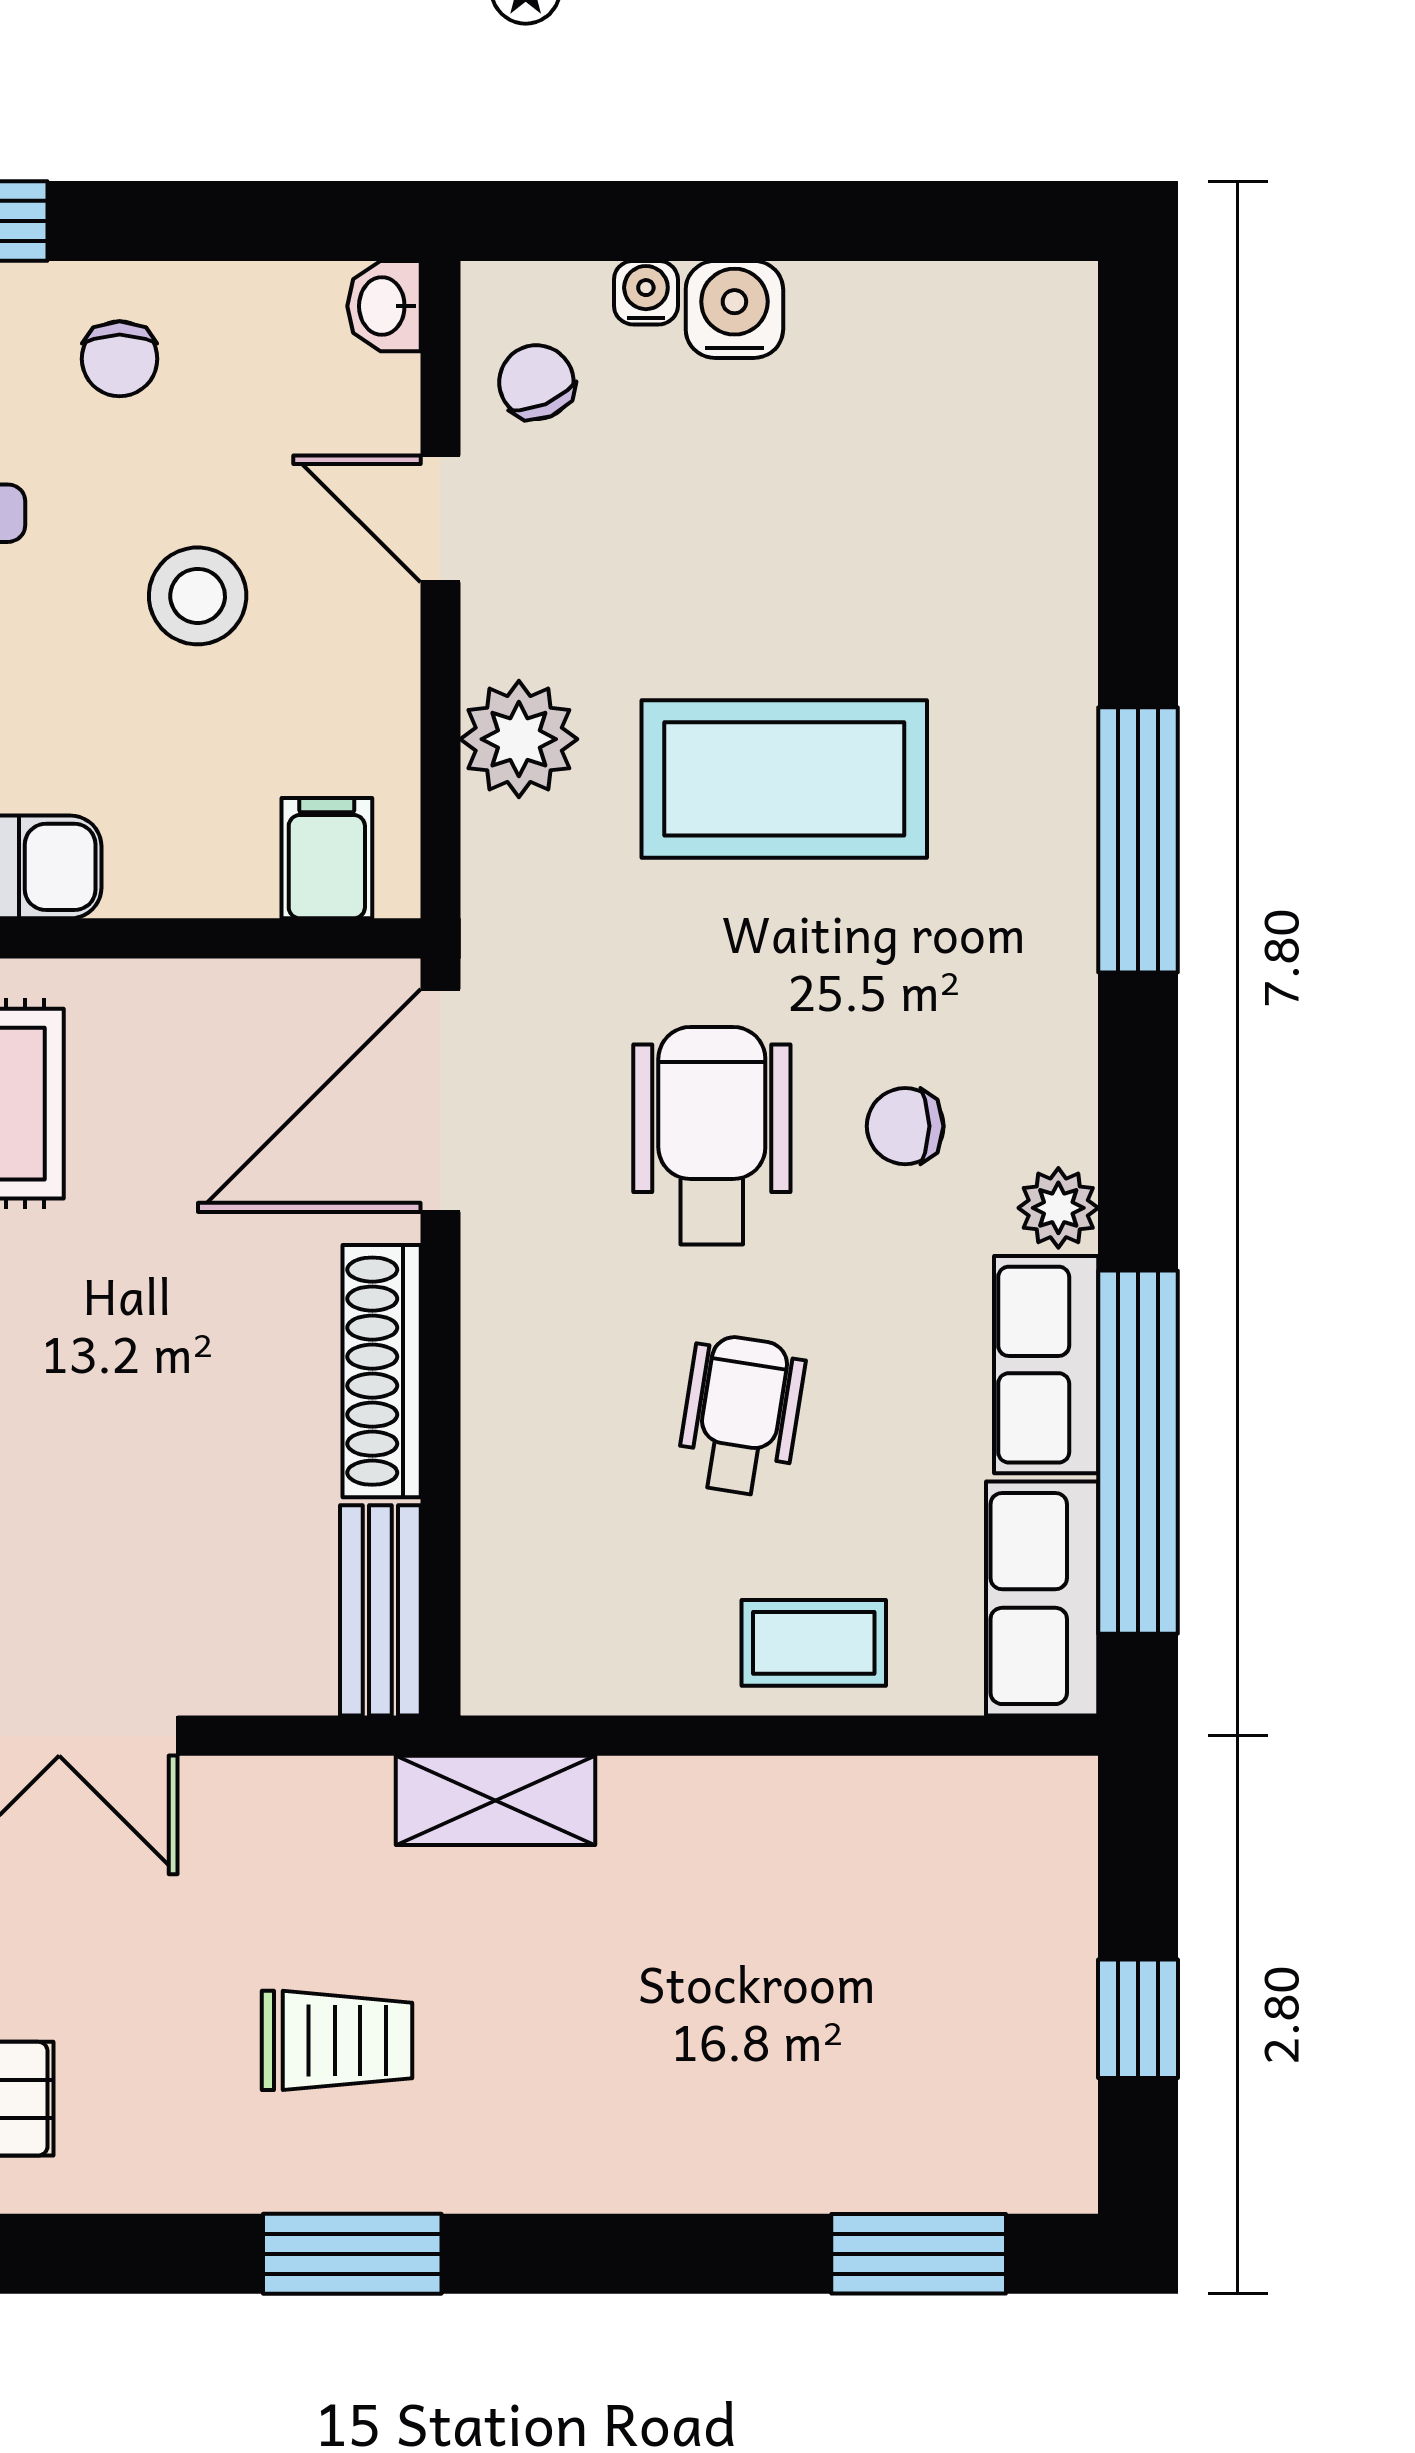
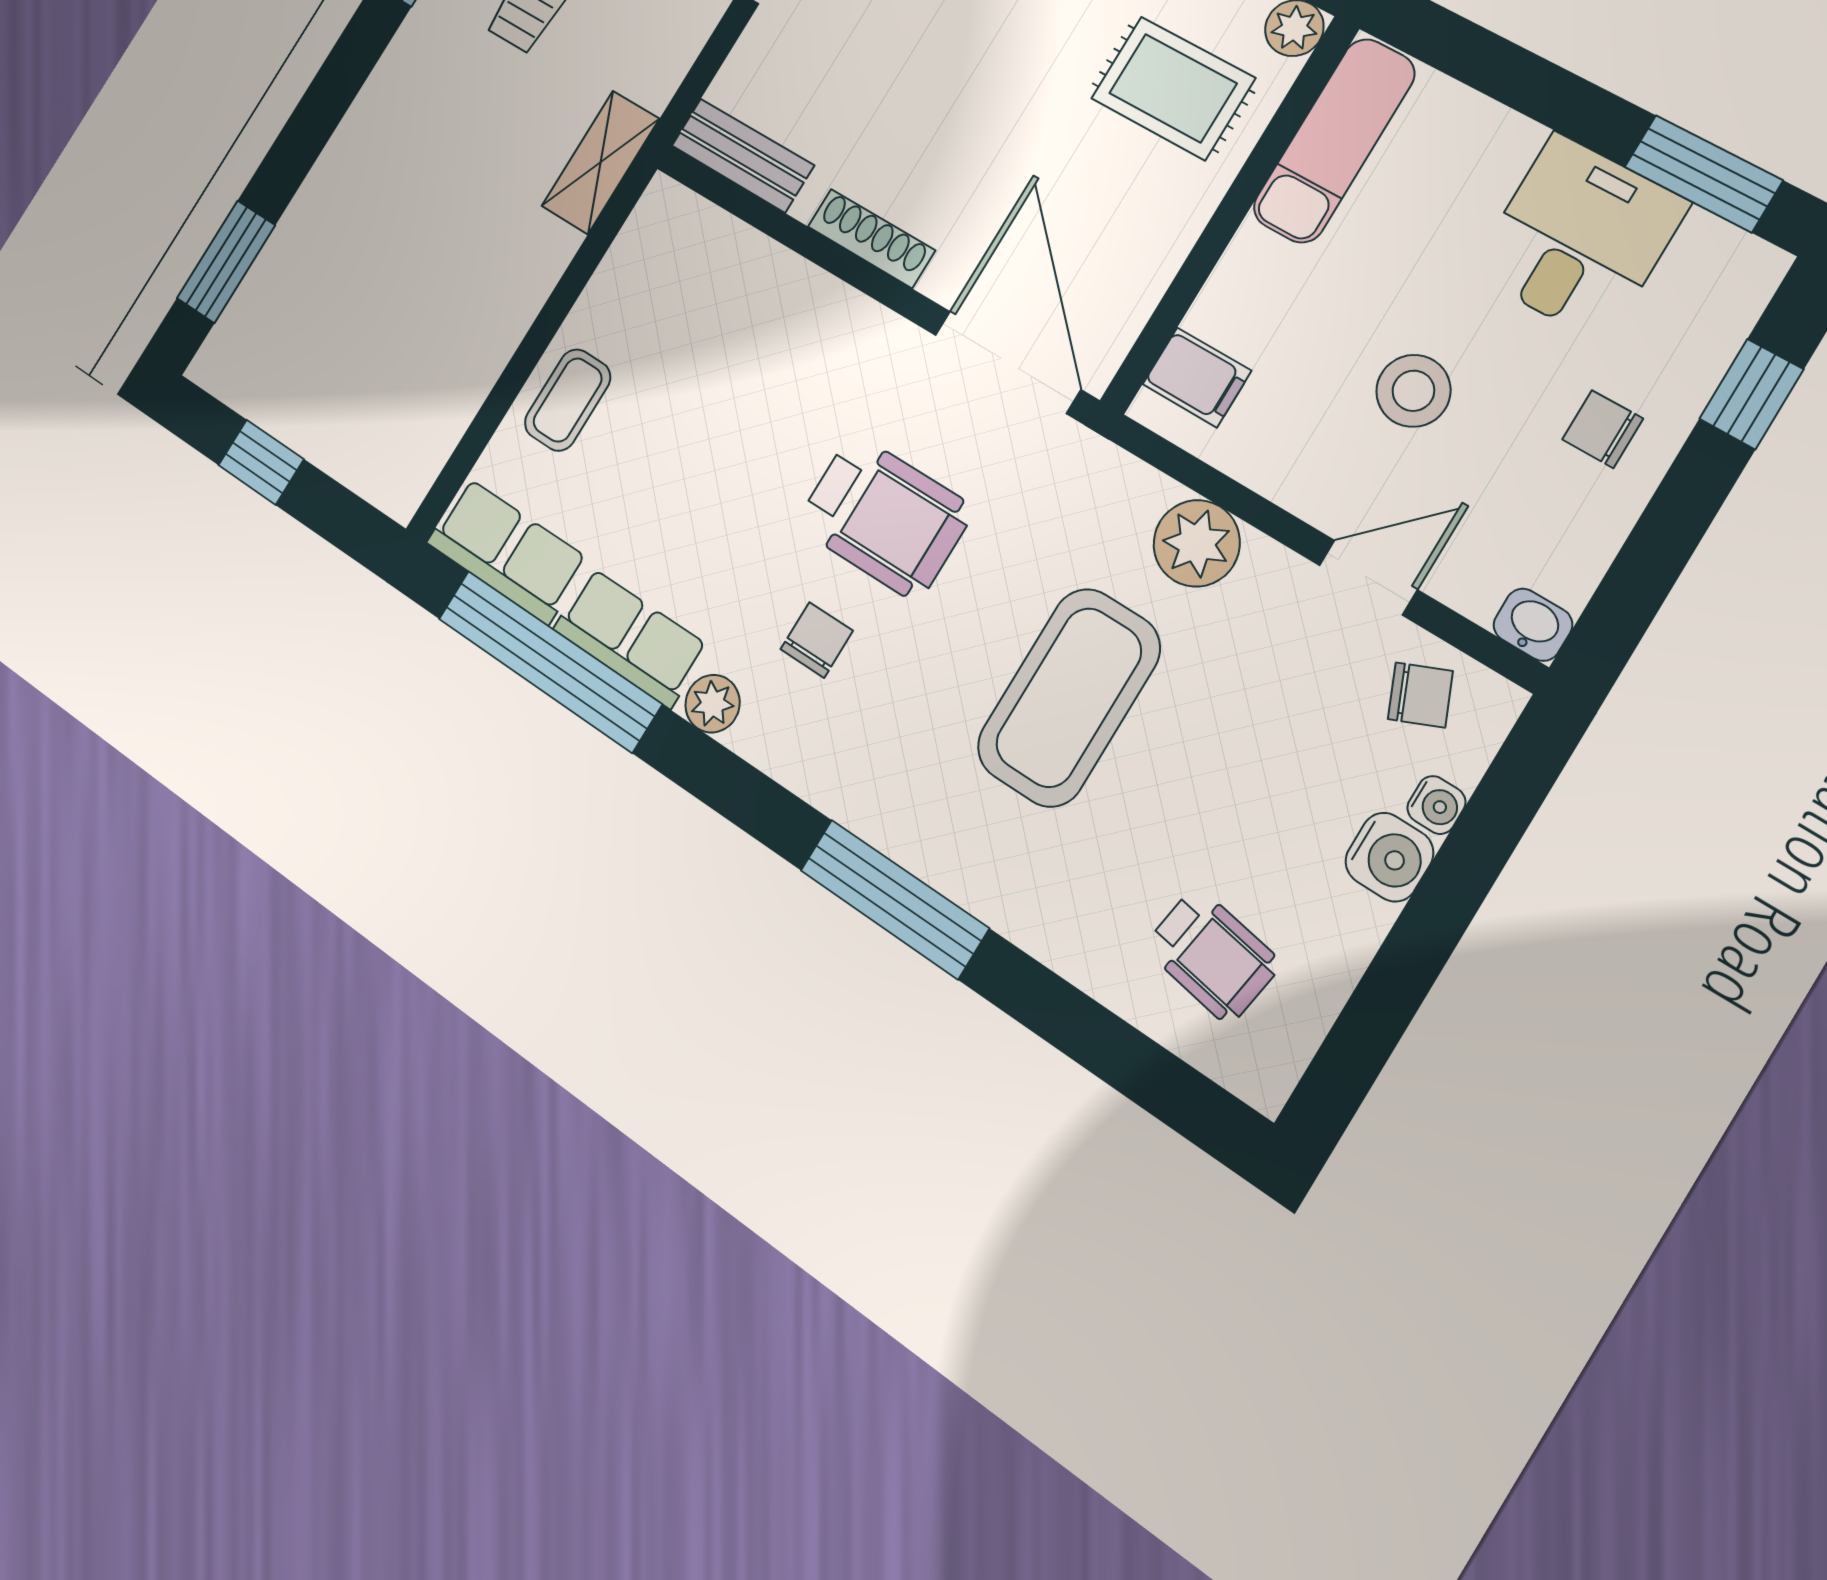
shoe rack: (382, 1371) -> (871, 238), width x0.74, depth x0.81
wheelchair: (741, 1415) -> (1212, 955), moved

